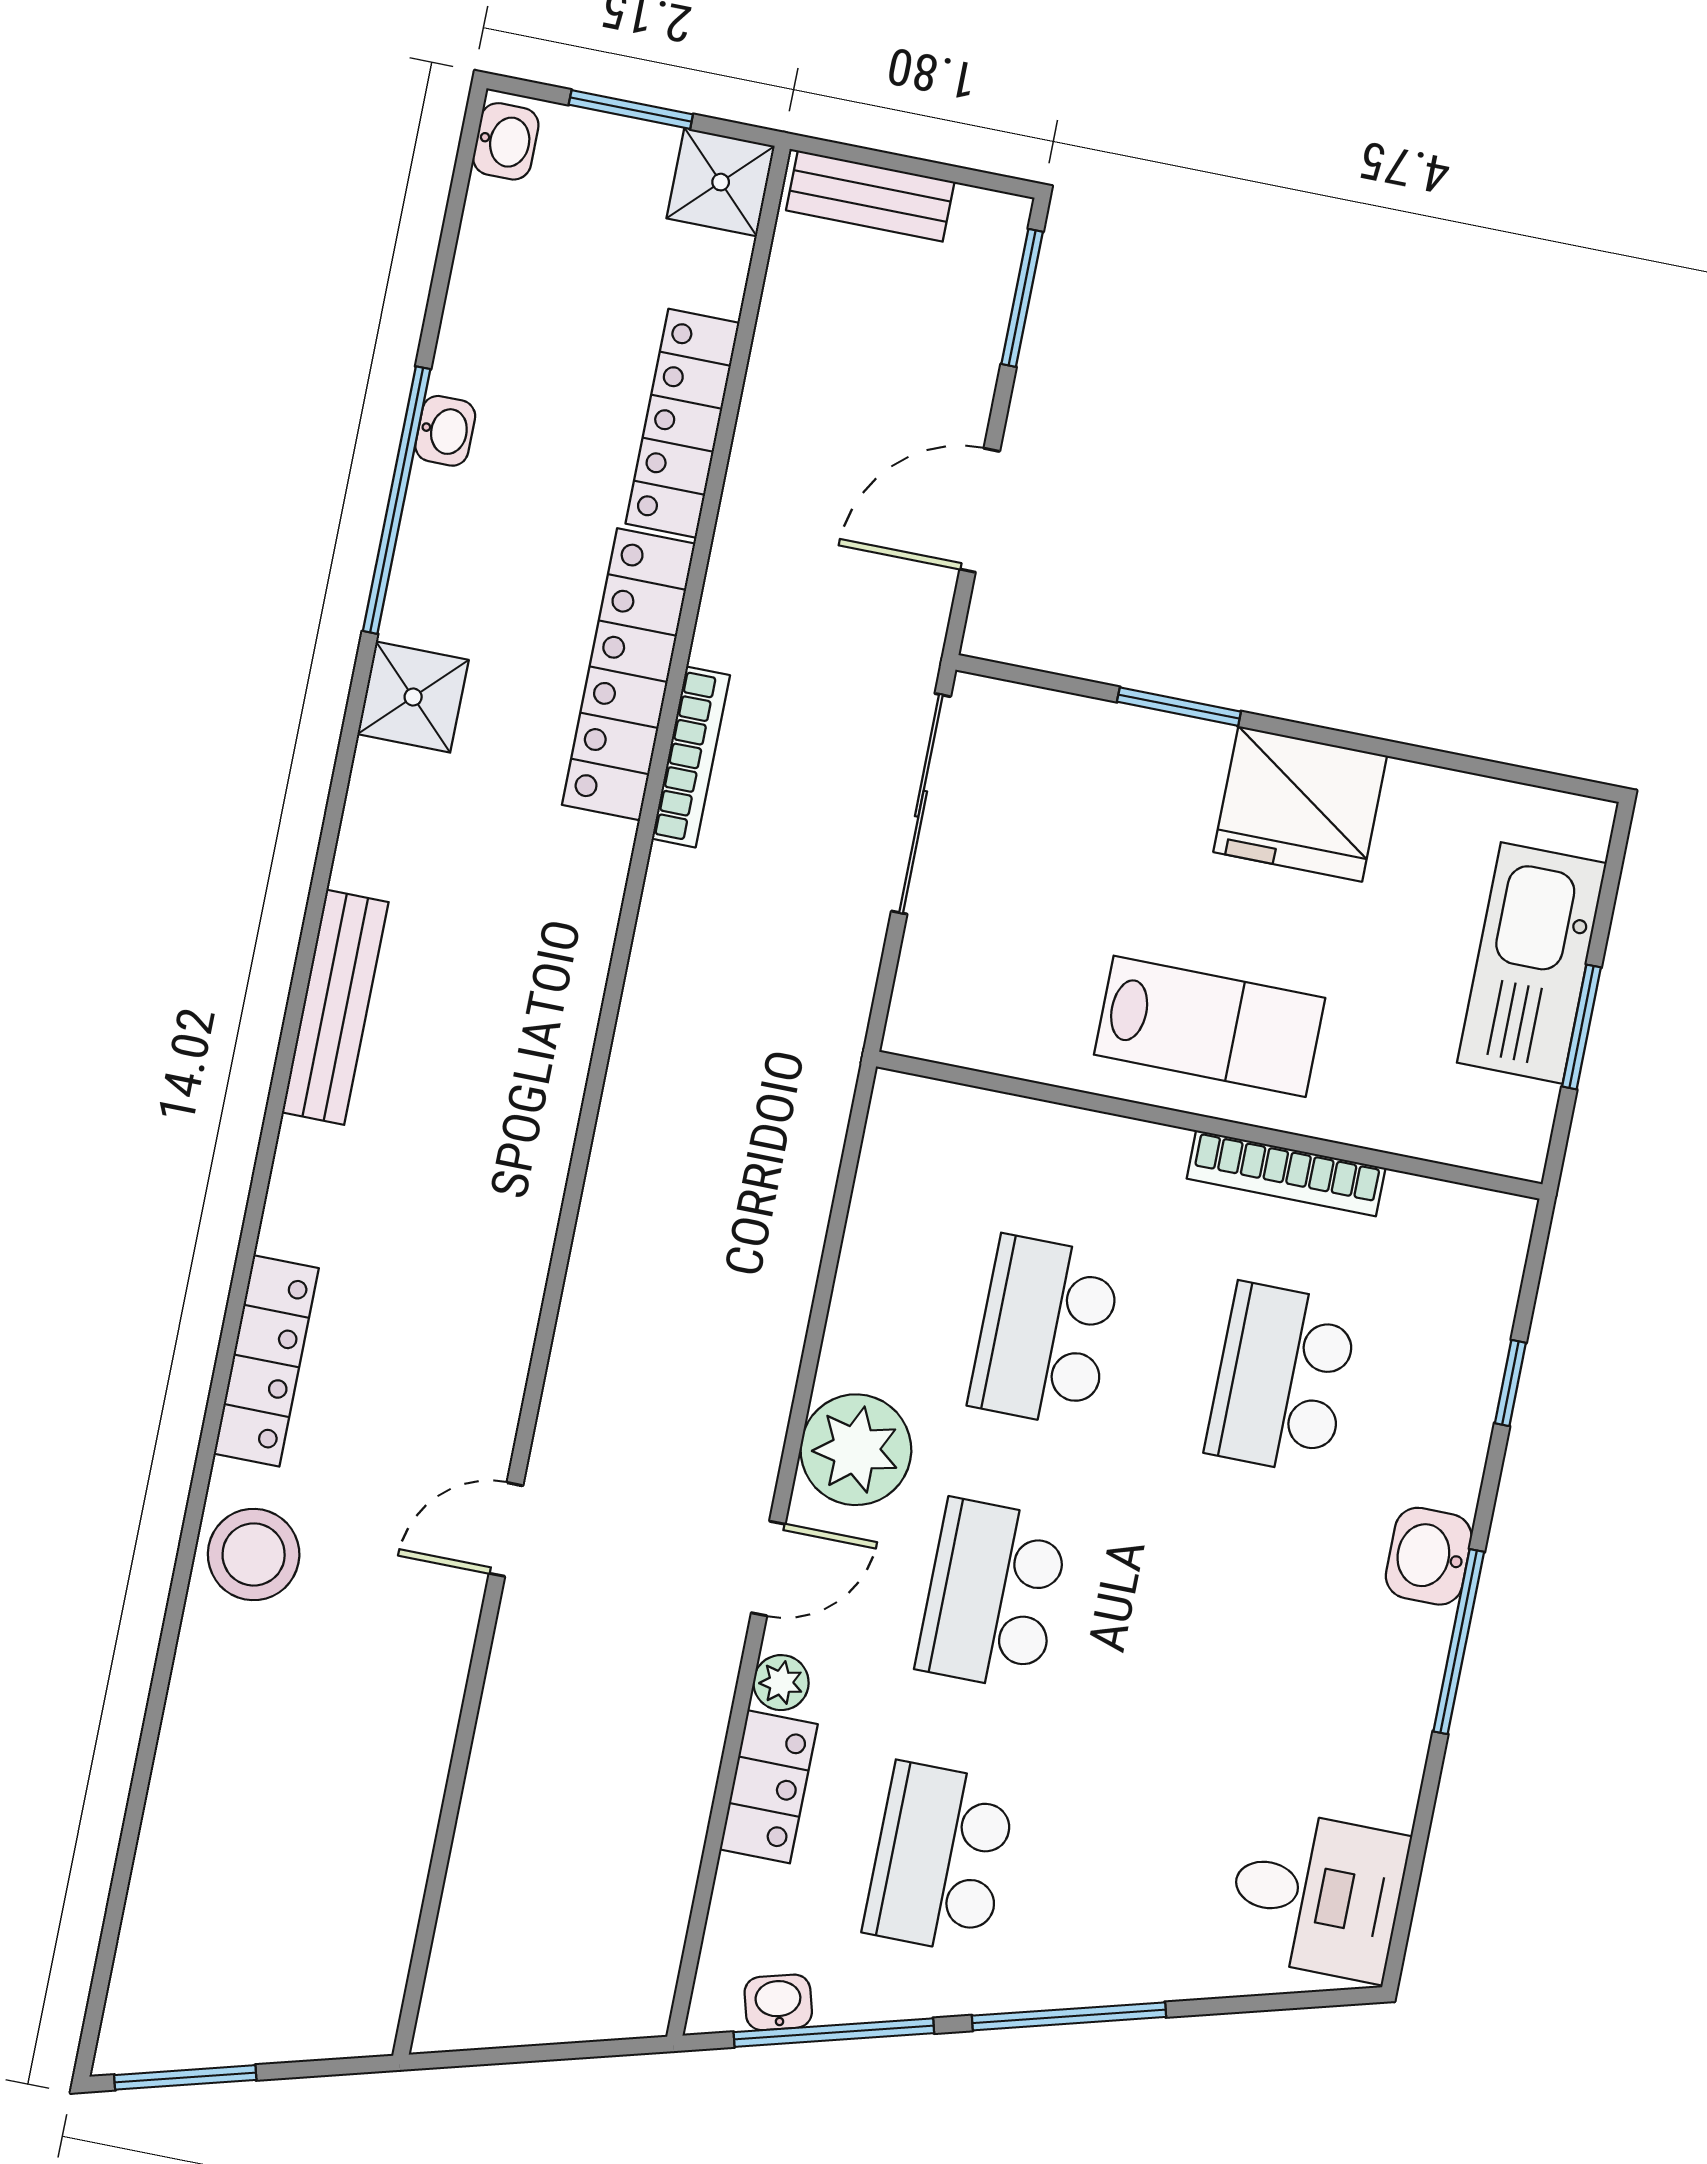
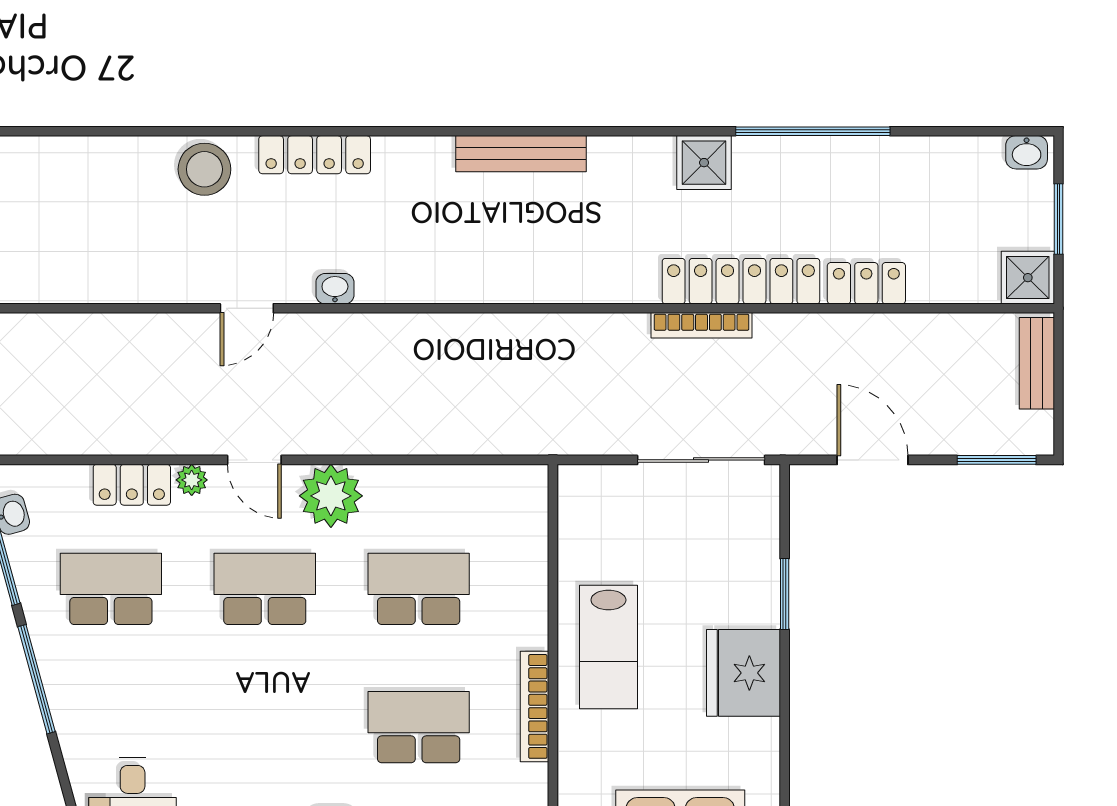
locker: (682, 423) -> (866, 283), width x0.66
washbasin: (445, 431) -> (335, 289), moved, turned 180
door: (506, 1529) -> (247, 308), swing flipped

